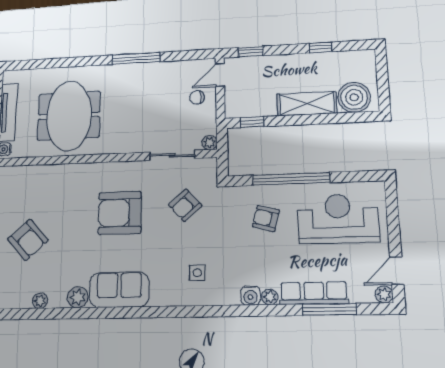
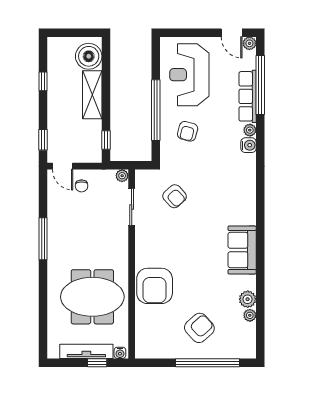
armchair: (120, 213) -> (155, 286), moved
side table: (197, 273) -> (230, 187), removed
plant: (78, 297) -> (248, 299), moved
window: (329, 309) -> (260, 85), width x1.46

